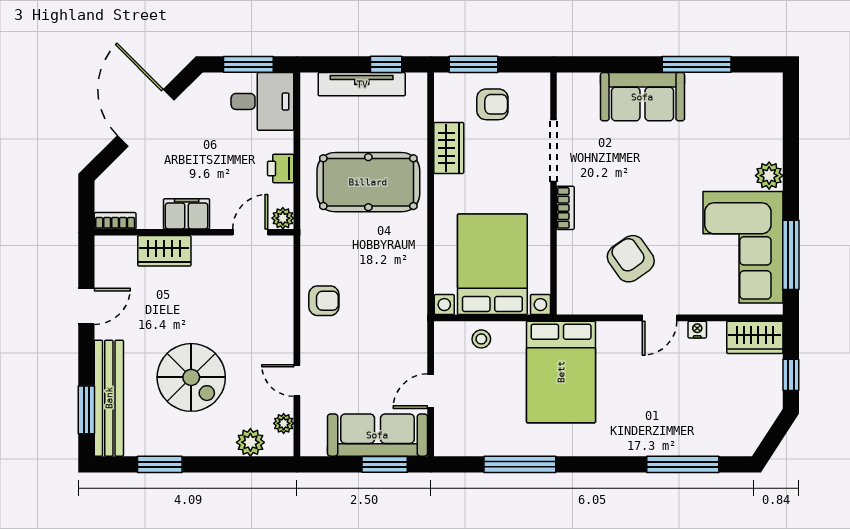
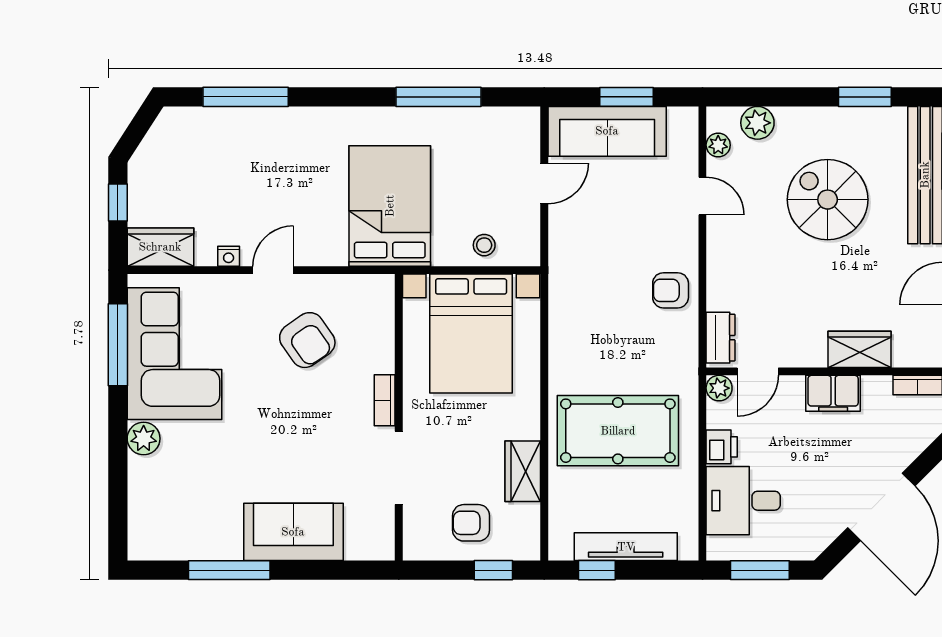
window: (474, 64) -> (493, 570), width x0.67
desk: (262, 101) -> (743, 501), moved
dresser: (282, 261) -> (721, 338), added
window: (385, 464) -> (627, 97), moved

